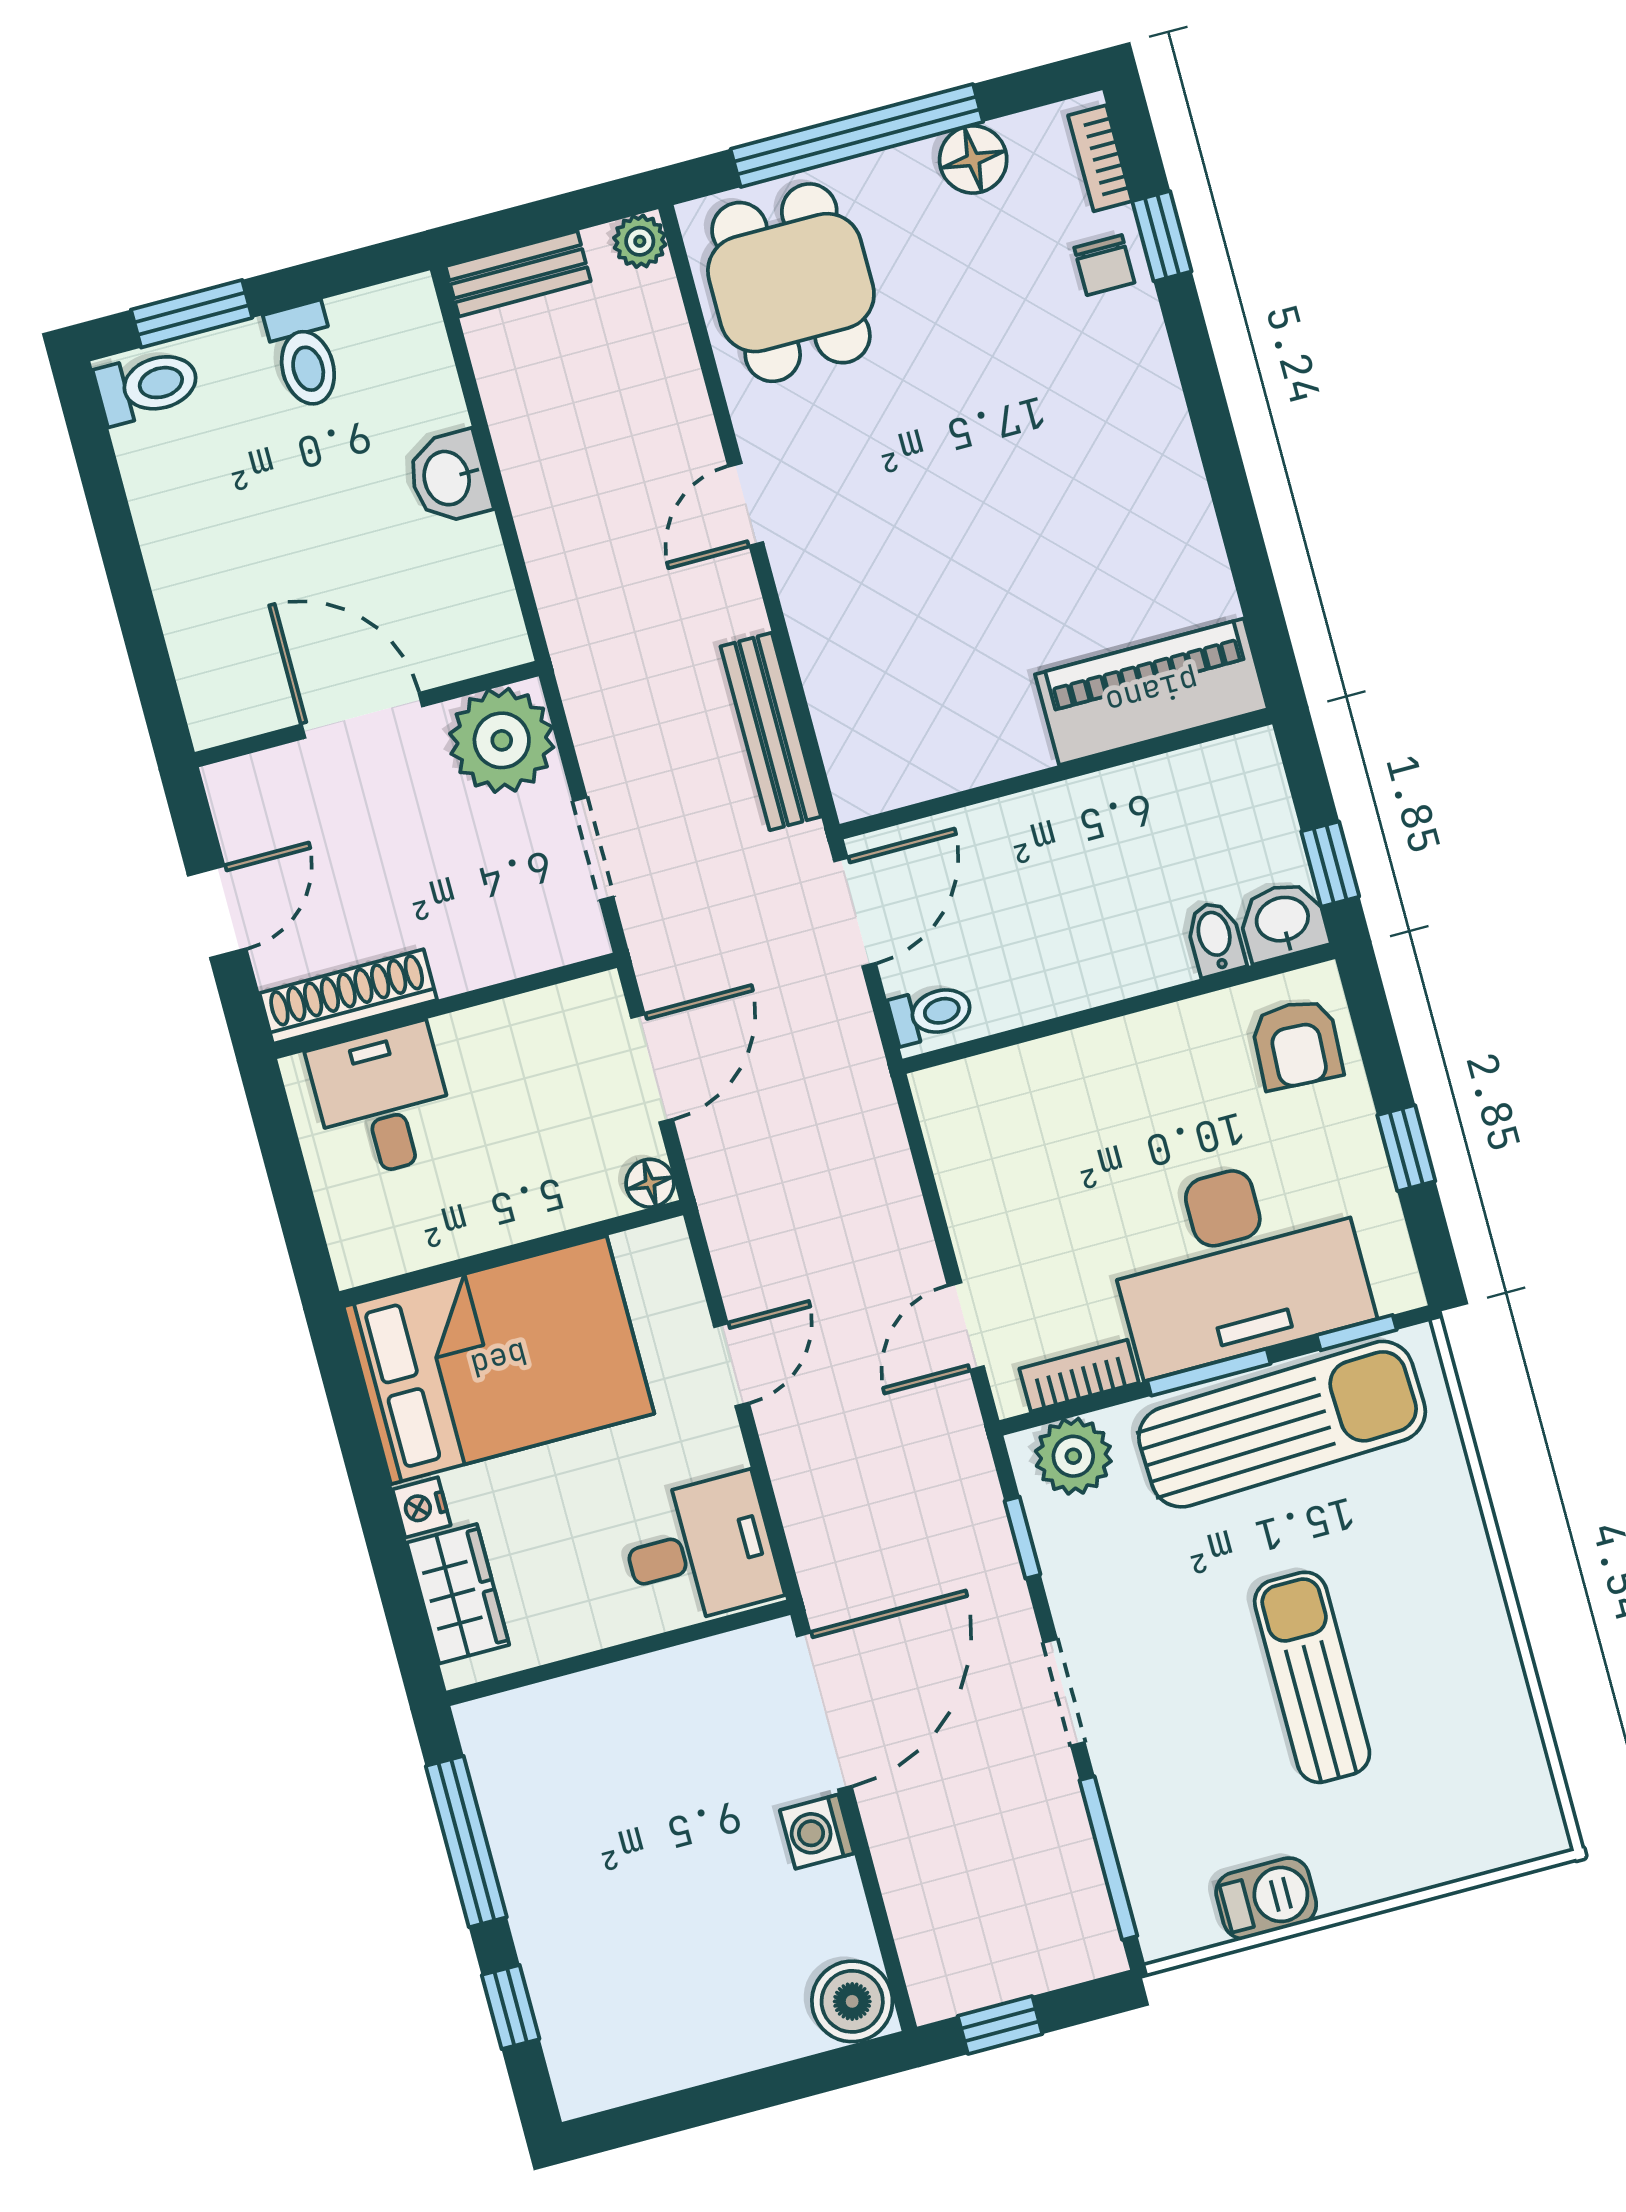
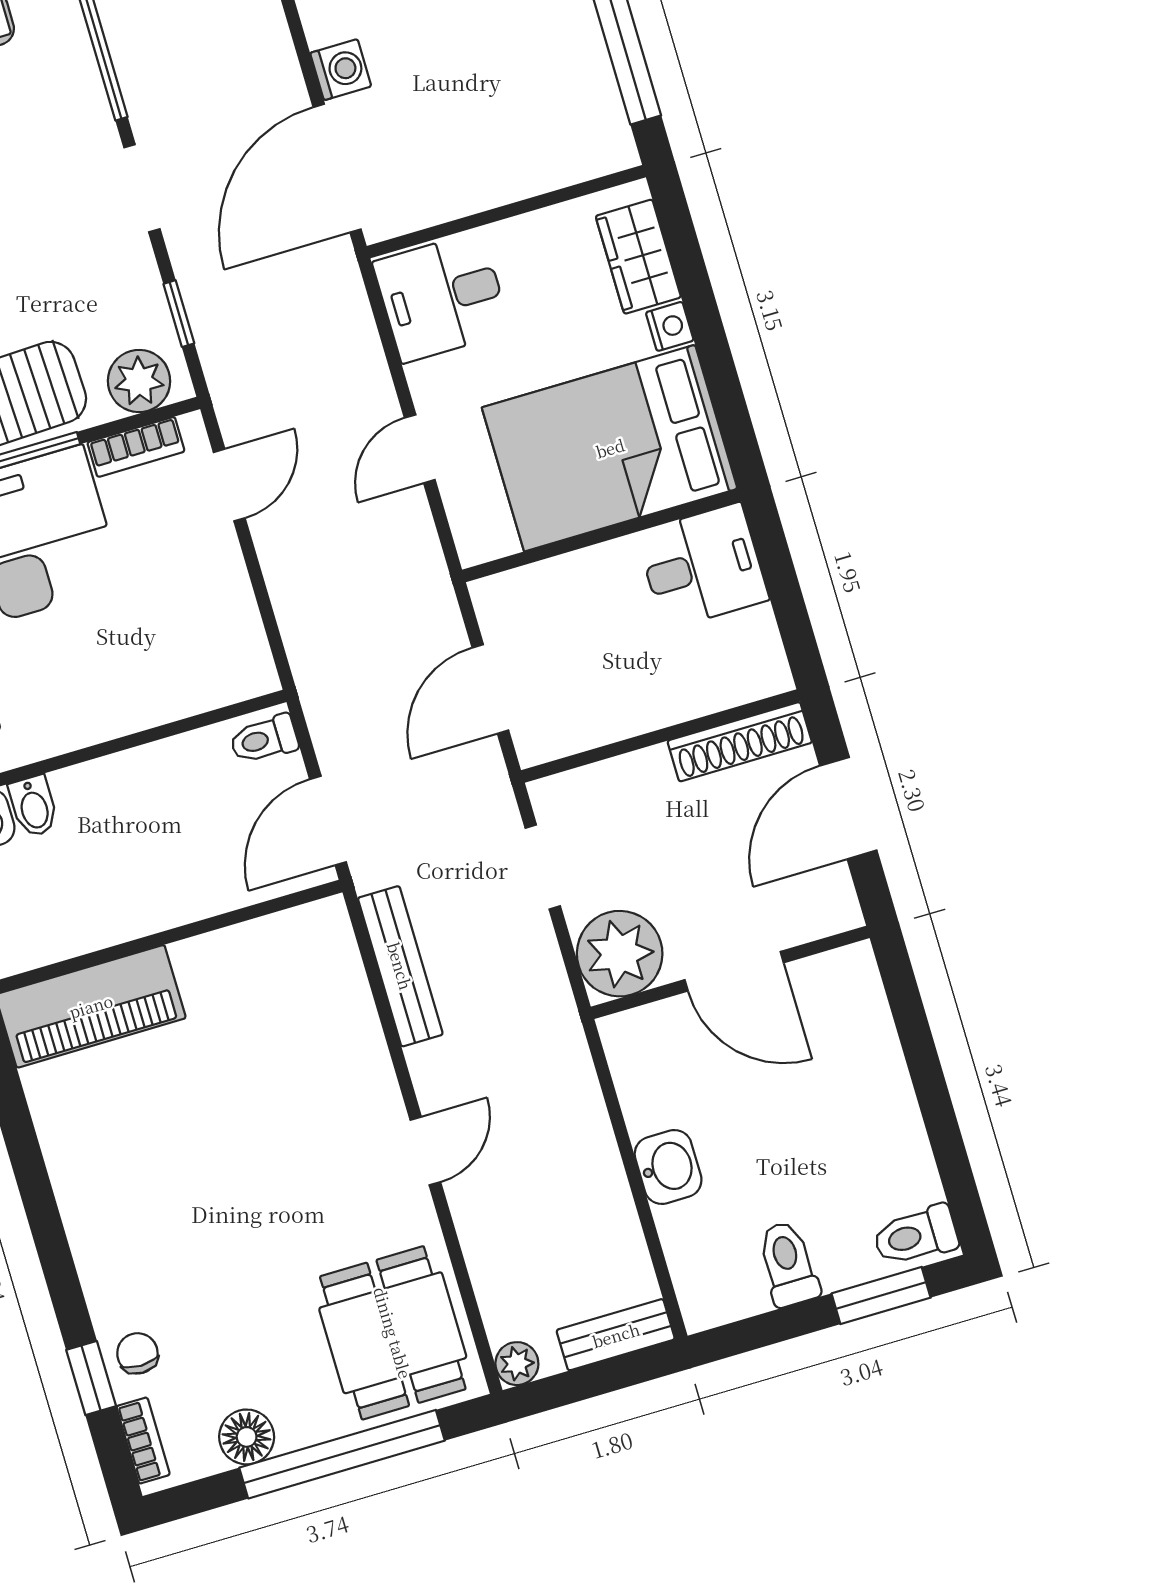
door: (217, 912) -> (848, 808), width x1.38
desk: (383, 1101) -> (702, 566), moved, turned -90
floor lamp: (650, 1183) -> (490, 595), removed

